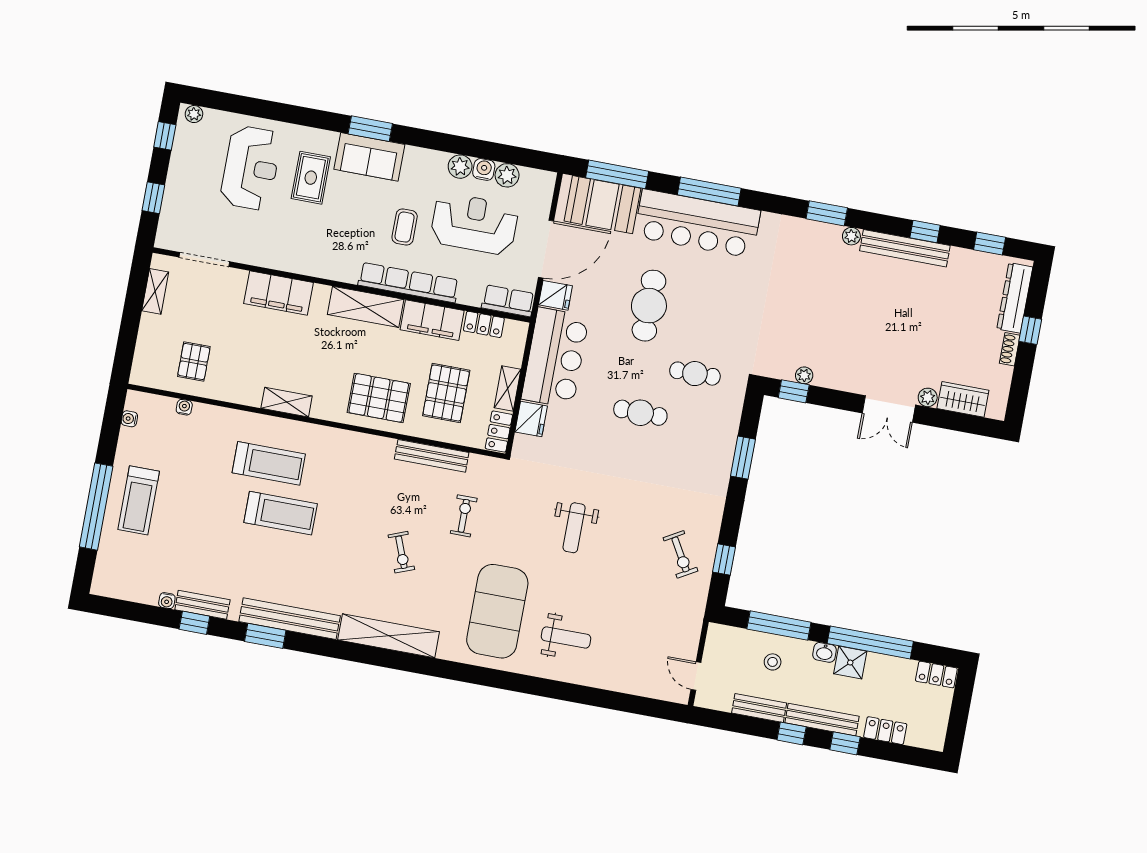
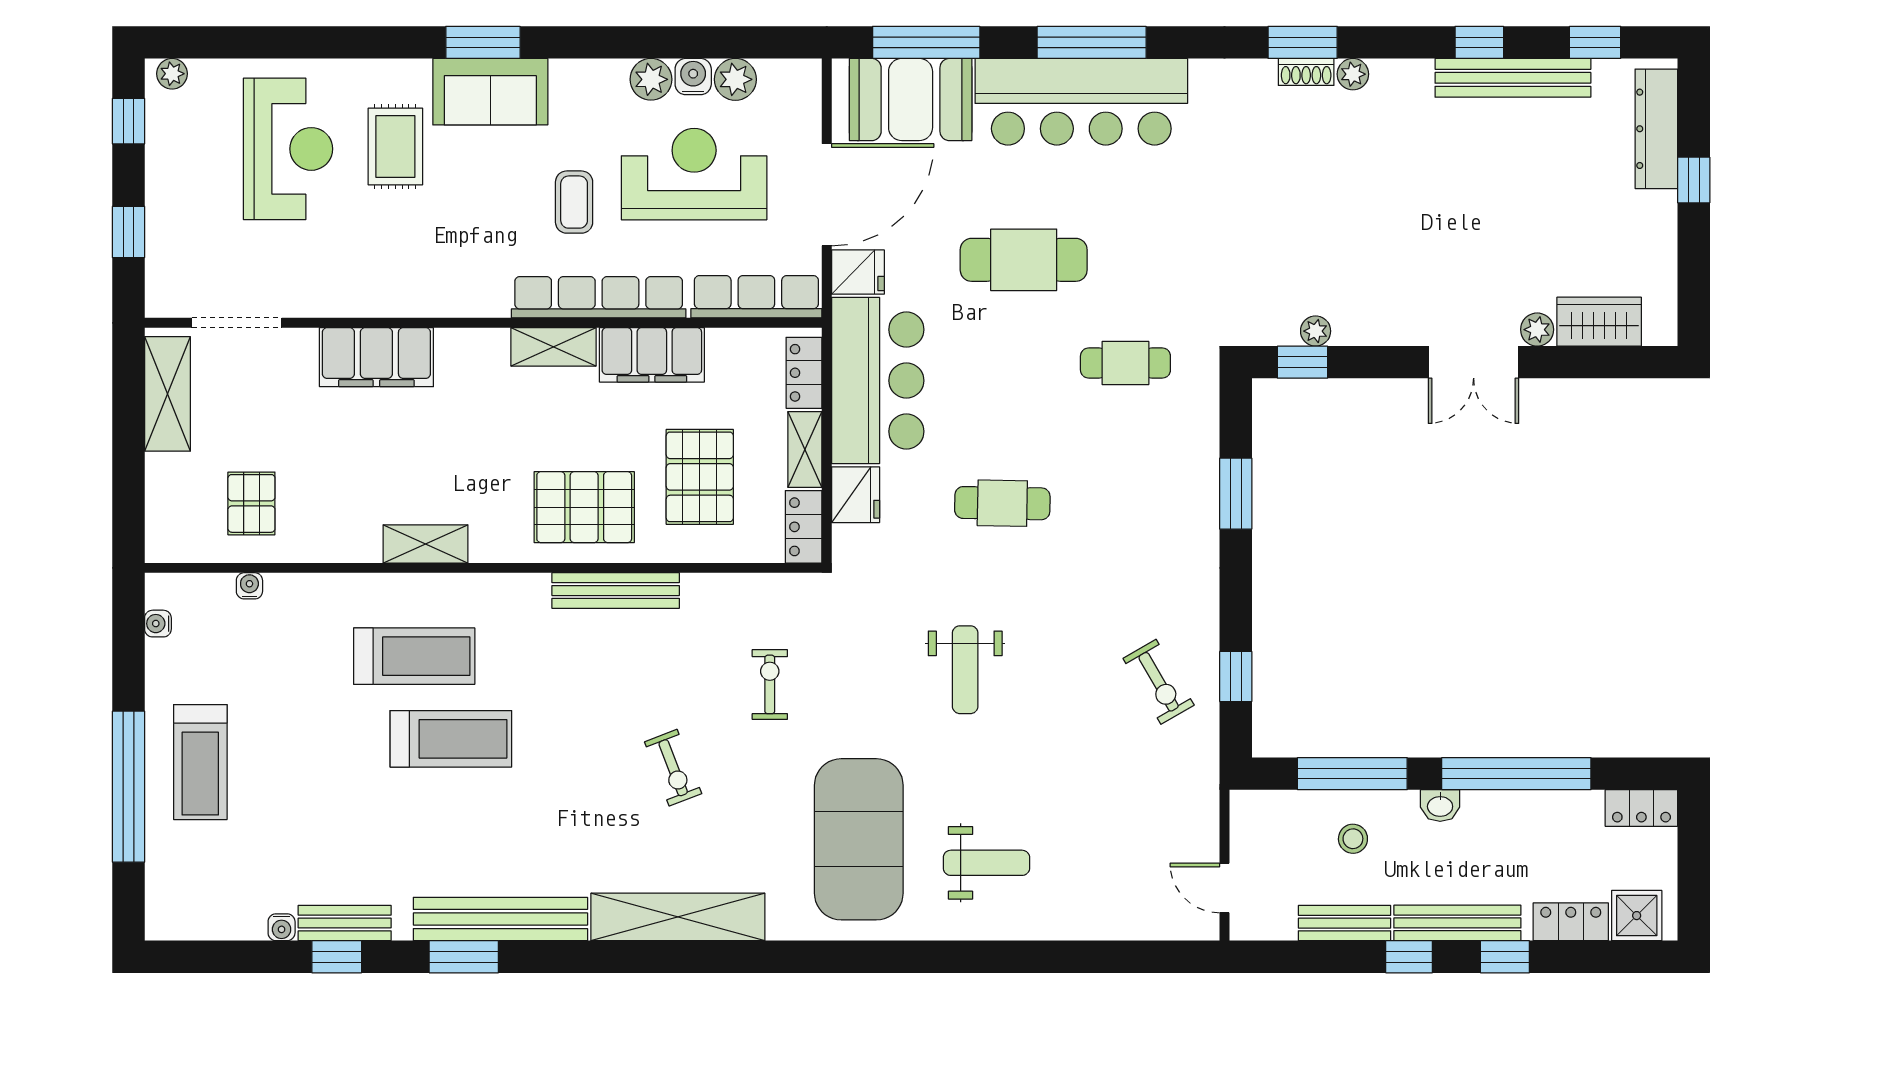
bench: (905, 248) -> (1513, 78), moved
shelving: (155, 291) -> (167, 394), width x1.50, depth x1.33
row of seats: (508, 301) -> (756, 297), width x1.48
cafe table: (649, 306) -> (1024, 260), turned 90
shelving: (366, 307) -> (554, 347), width x0.67, depth x0.75
locker: (484, 324) -> (804, 373), moved, turned 90
shoe rack: (1010, 349) -> (1306, 72), moved, turned -90
cafe table: (640, 413) -> (1002, 503), moved
bench: (432, 456) -> (616, 591), moved
shower: (850, 663) -> (1637, 916), moved

